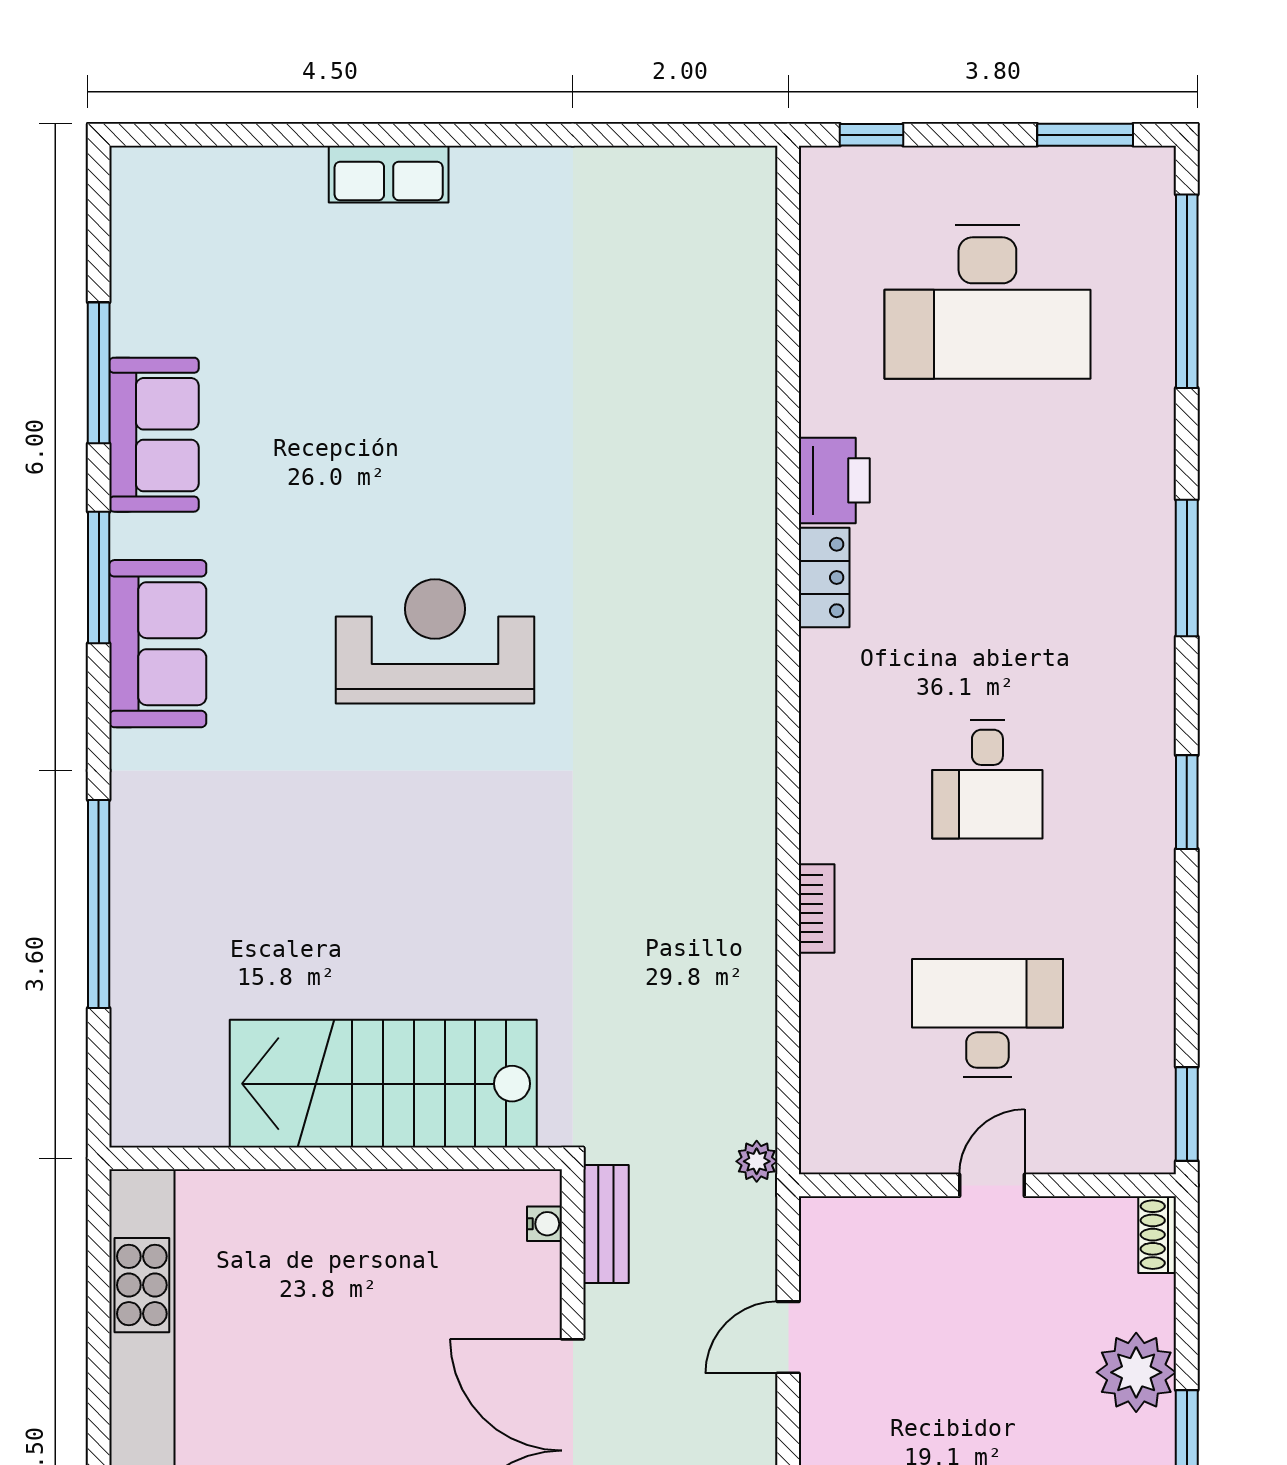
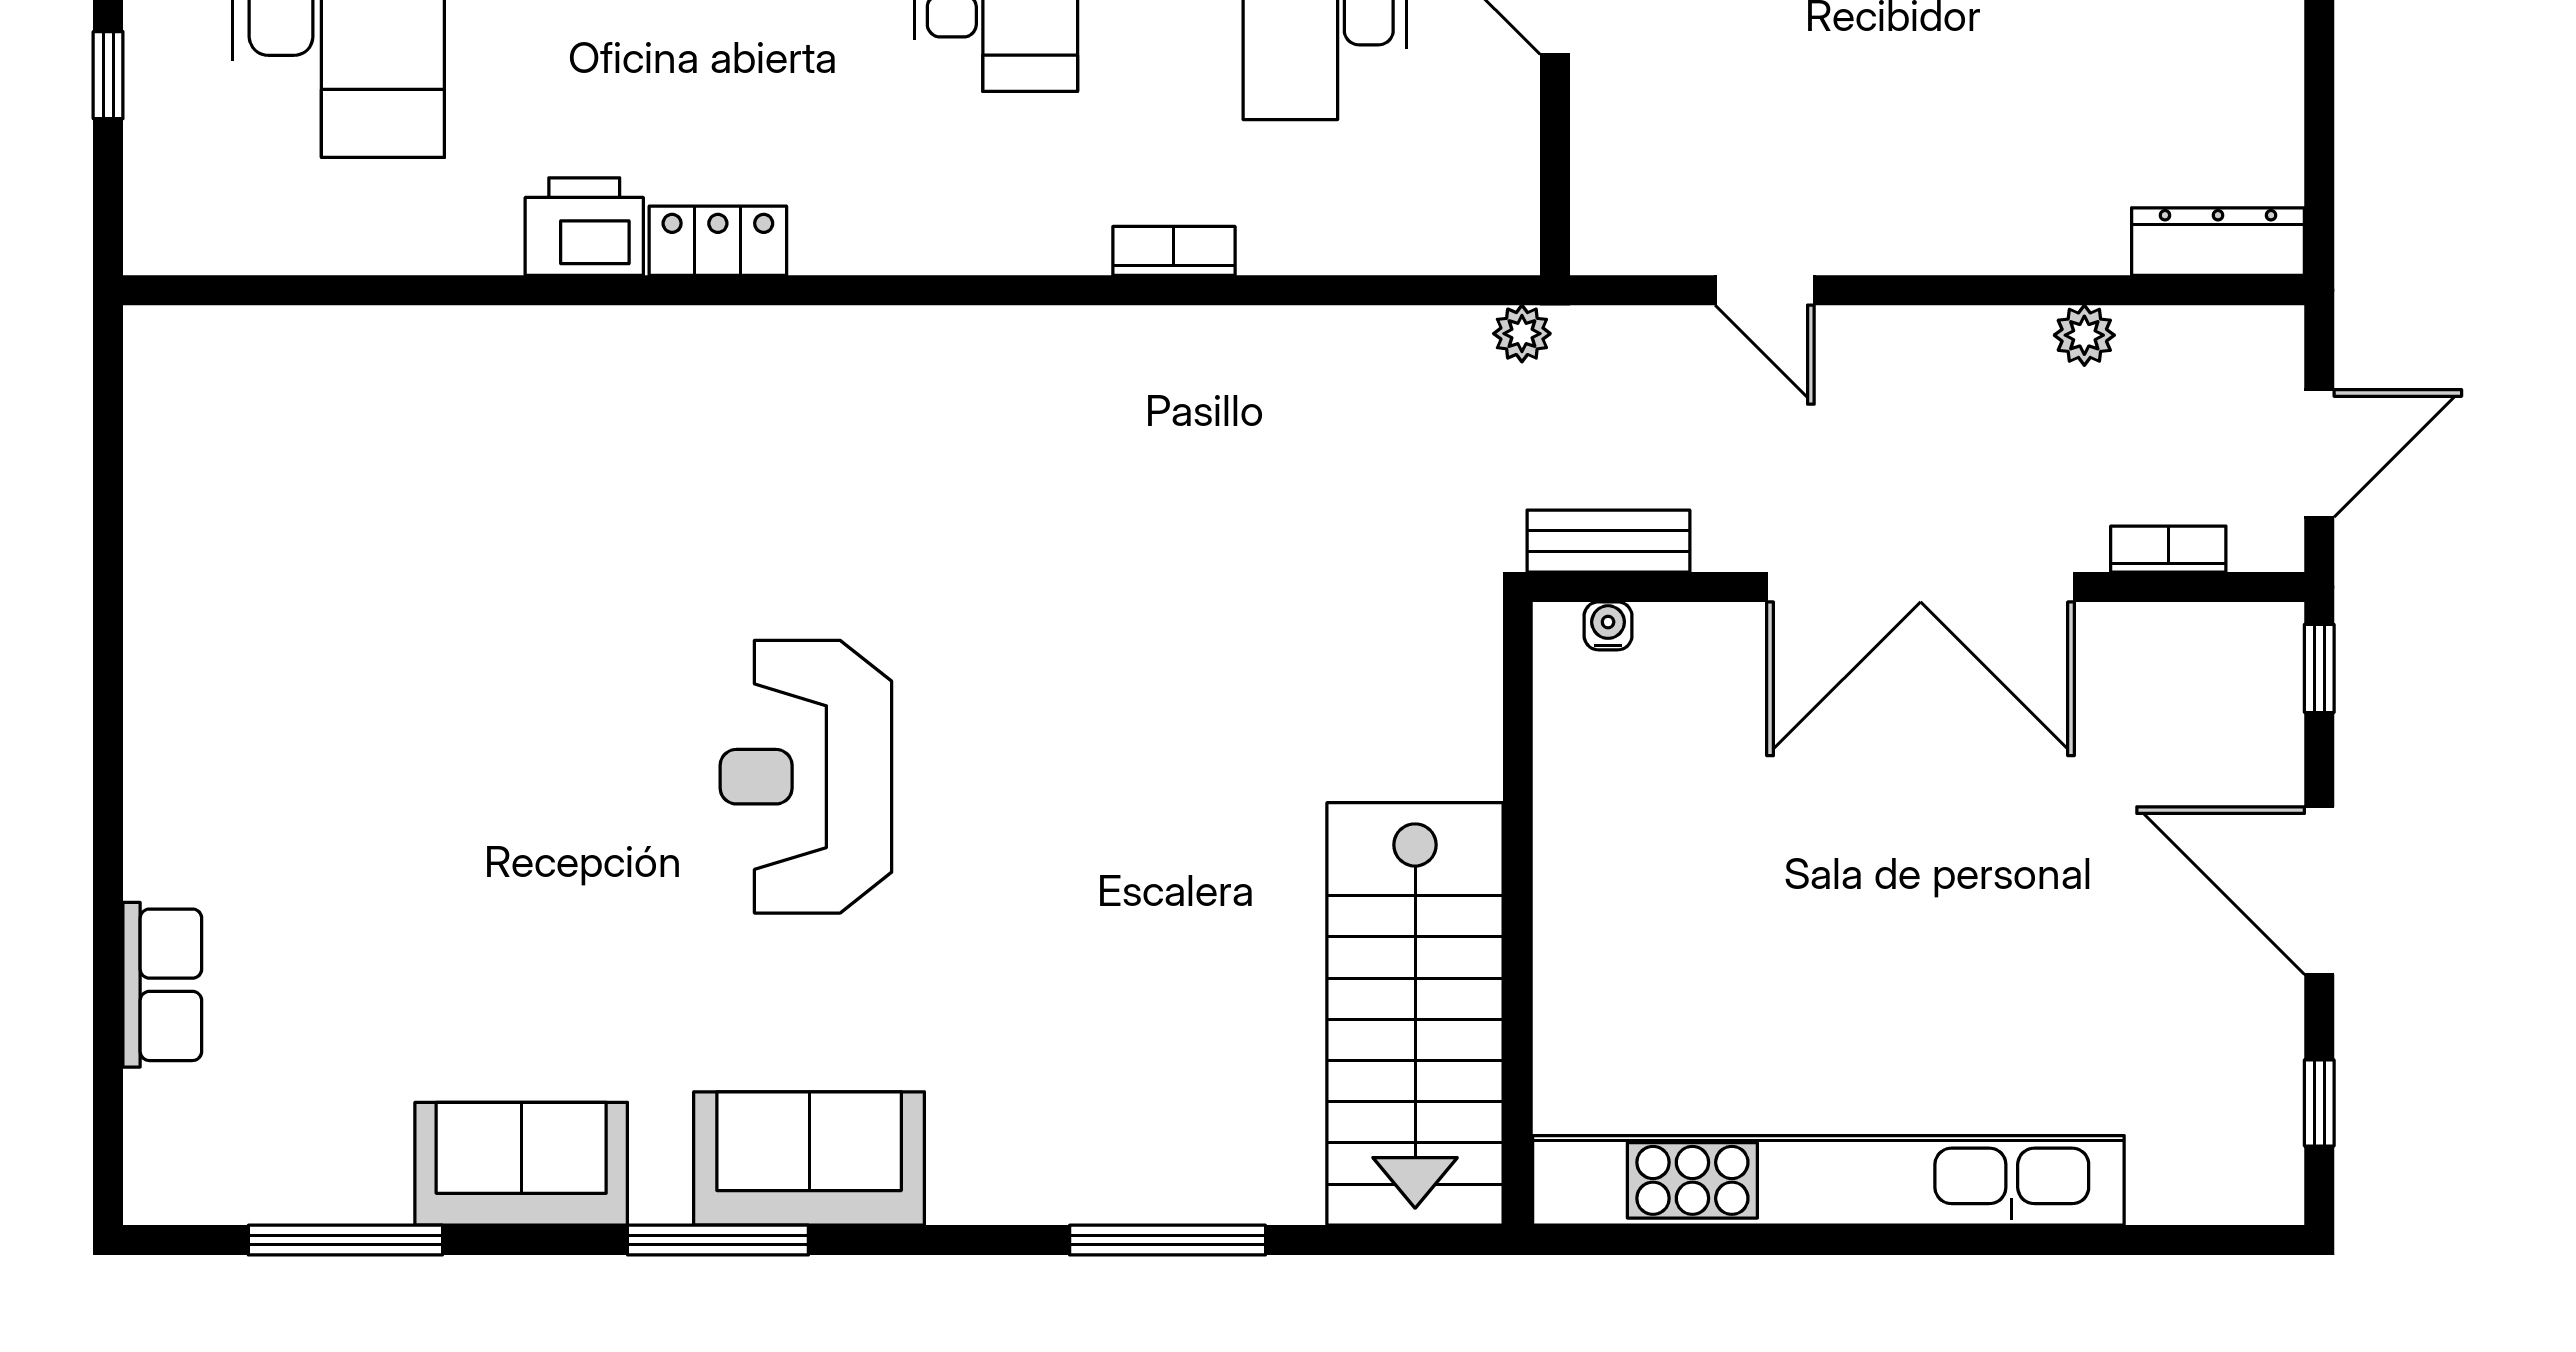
window: (871, 135) -> (108, 75), moved
row of seats: (389, 174) -> (162, 985), moved
window: (99, 373) -> (345, 1240), moved
window: (99, 904) -> (1168, 1240), width x0.68
stairs: (383, 1084) -> (1415, 1014), moved

